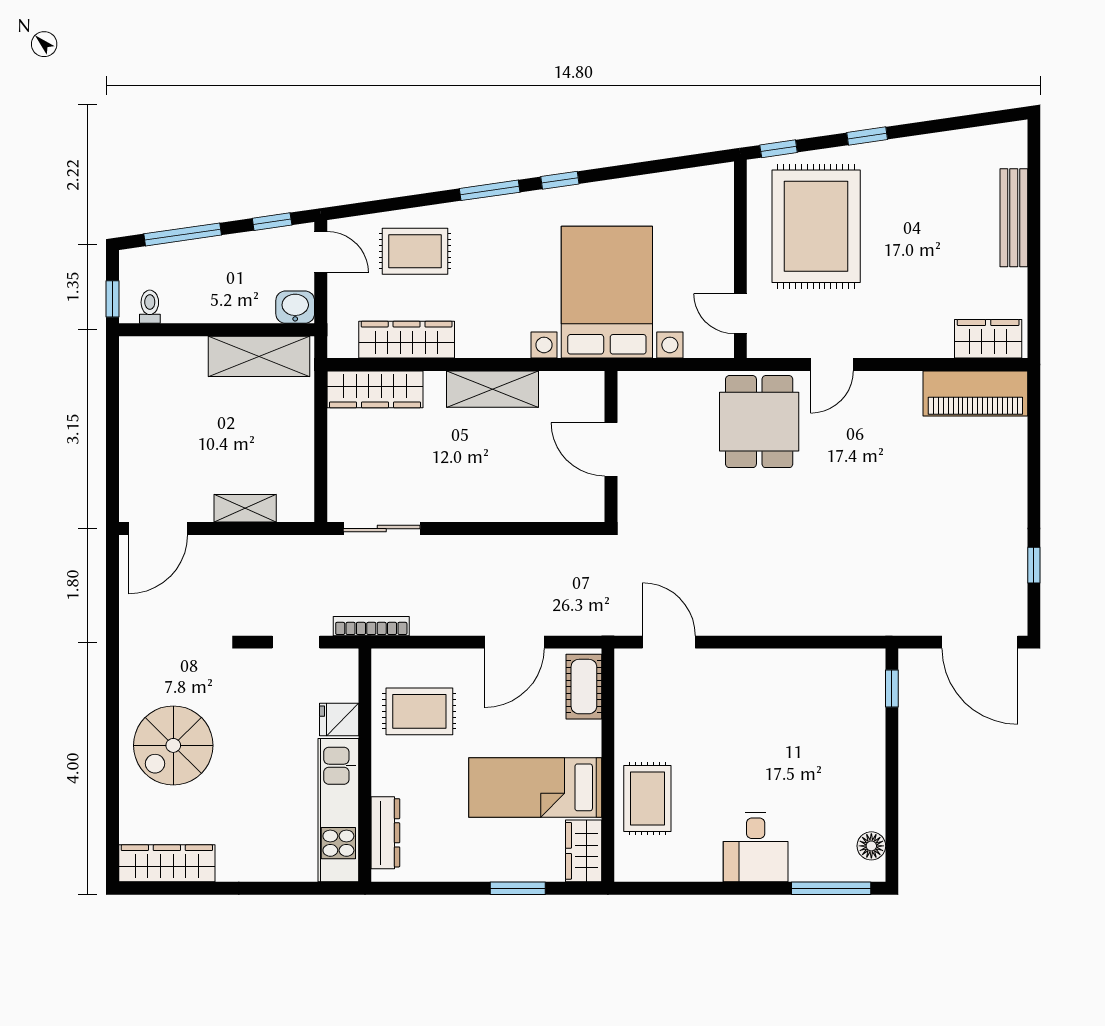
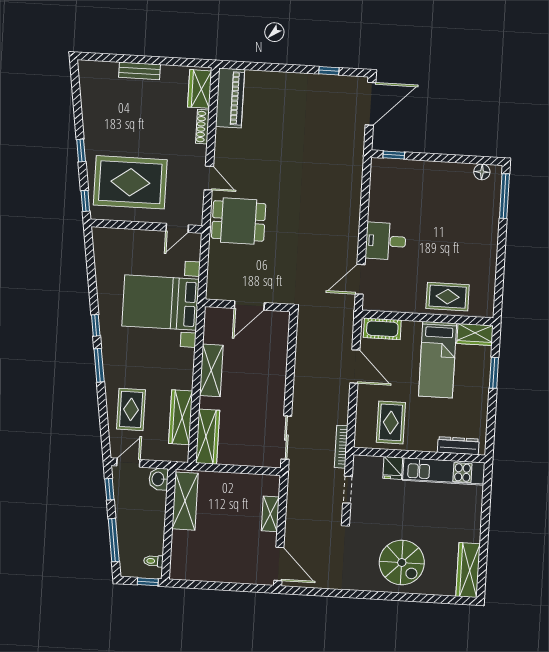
bench: (1014, 218) -> (139, 71), width x0.73
shoe rack: (922, 348) -> (202, 127), added
desk: (756, 847) -> (386, 241), moved, turned 180

